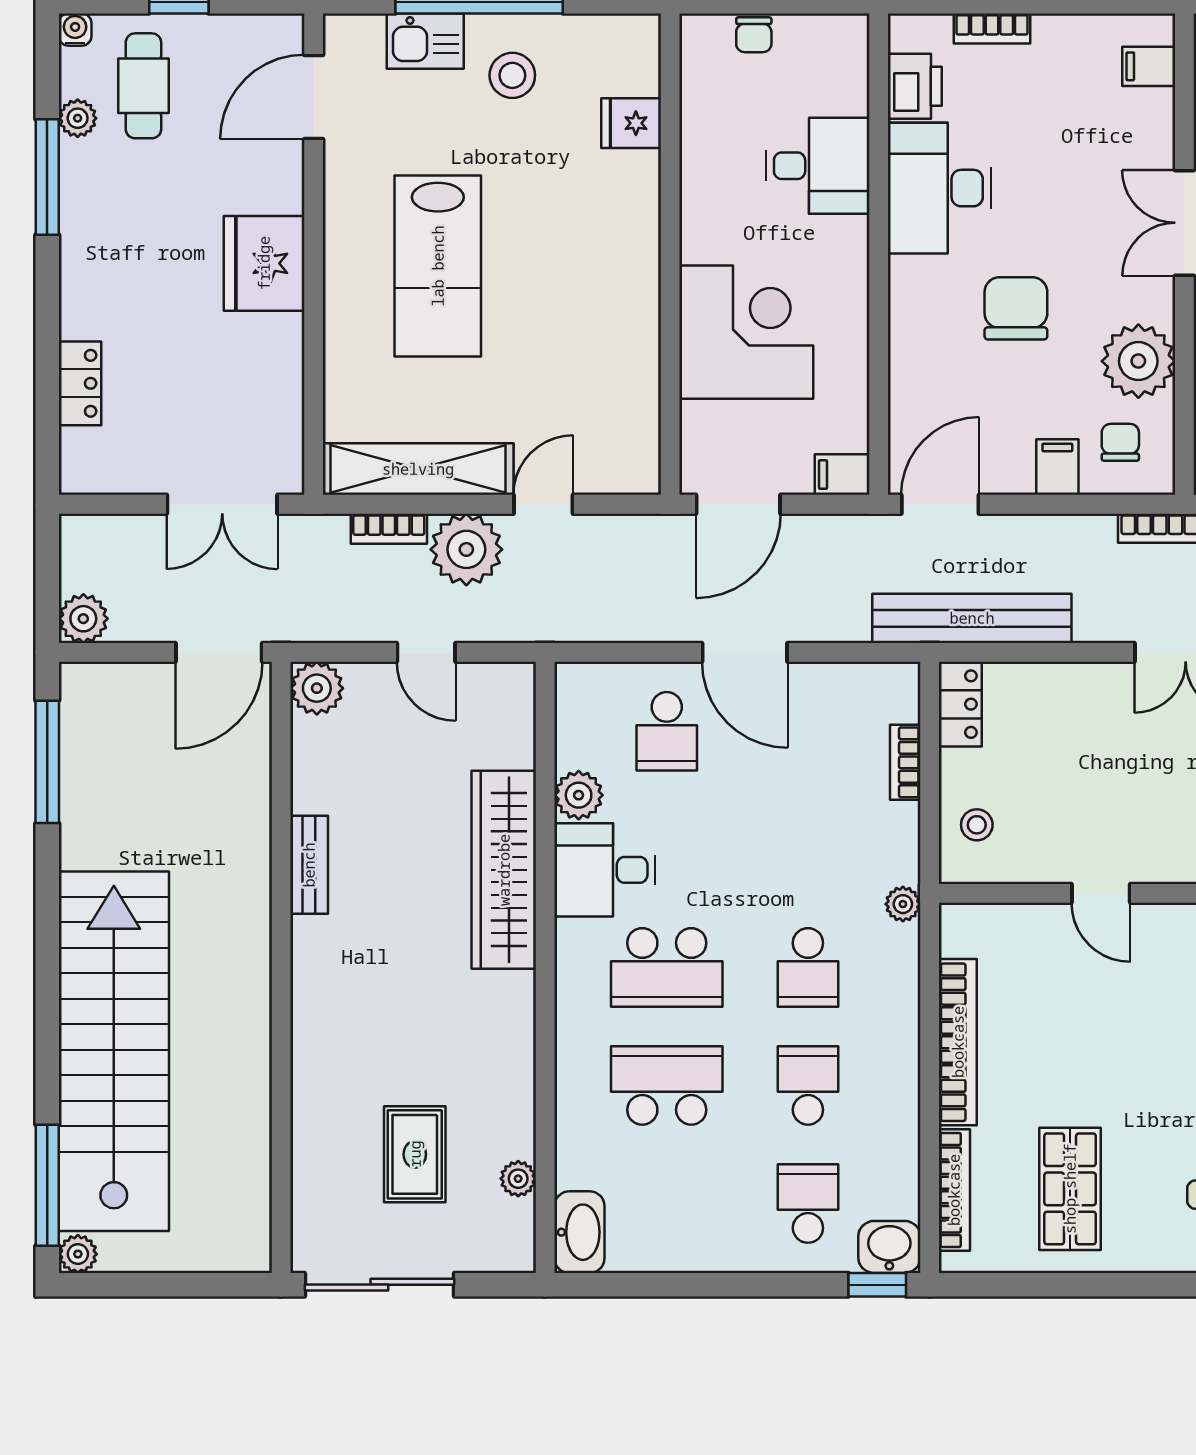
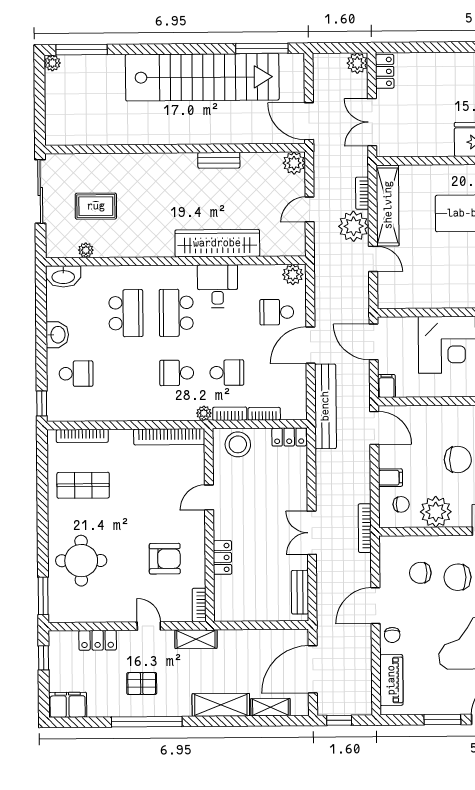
locker: (80, 383) -> (385, 71), moved, turned -90
bench: (972, 618) -> (325, 406), moved
plant: (83, 619) -> (357, 63), moved
plant: (579, 795) -> (293, 274), moved
stool: (977, 825) -> (238, 444), width x1.89, depth x1.89
bookcase: (904, 843) -> (230, 414), added
bookcase: (958, 1042) -> (169, 437), moved
stairs: (114, 1051) -> (202, 77), moved
school desk: (808, 1085) -> (227, 373), moved
washbasin: (889, 1247) -> (57, 335), moved

